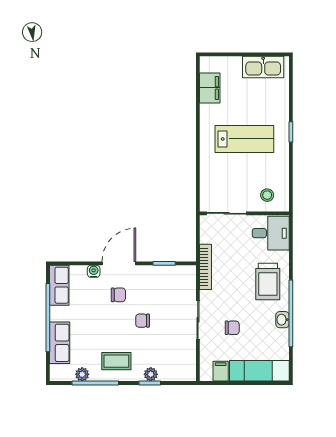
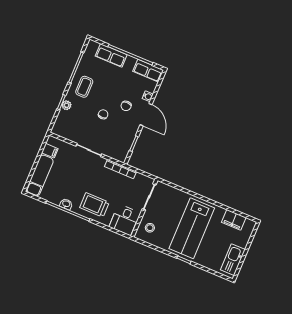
lab bench: (244, 139) -> (192, 228), width x1.36, depth x1.39
chair: (232, 328) -> (74, 170), removed
plant: (82, 374) -> (85, 61), removed

